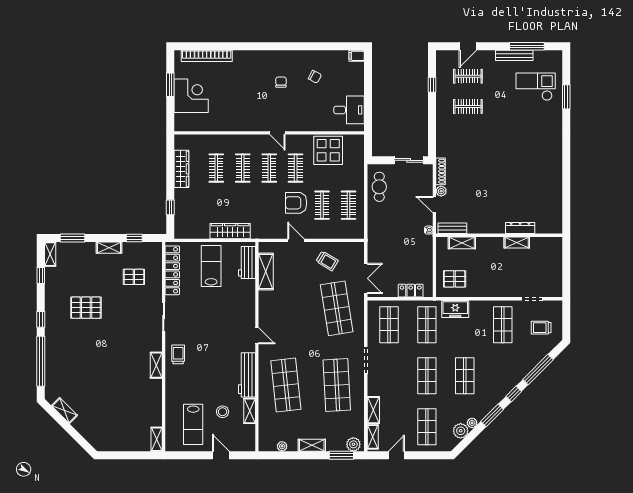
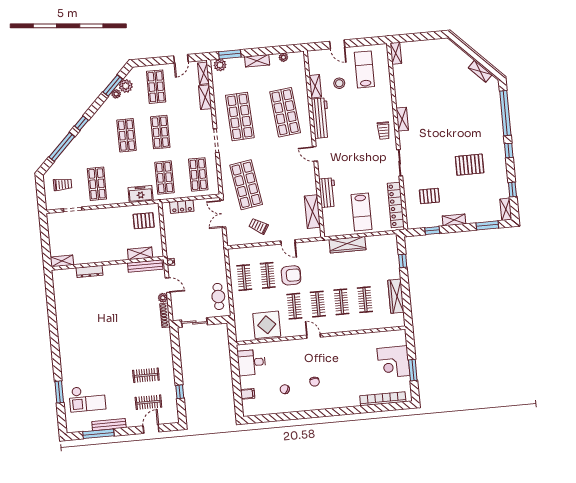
filing cabinet: (357, 56) -> (248, 394), moved
bench: (452, 228) -> (145, 266), width x1.36
shelving: (517, 242) -> (62, 261), moved
workbench: (247, 263) -> (327, 193), moved
window: (492, 415) -> (113, 86), moved

